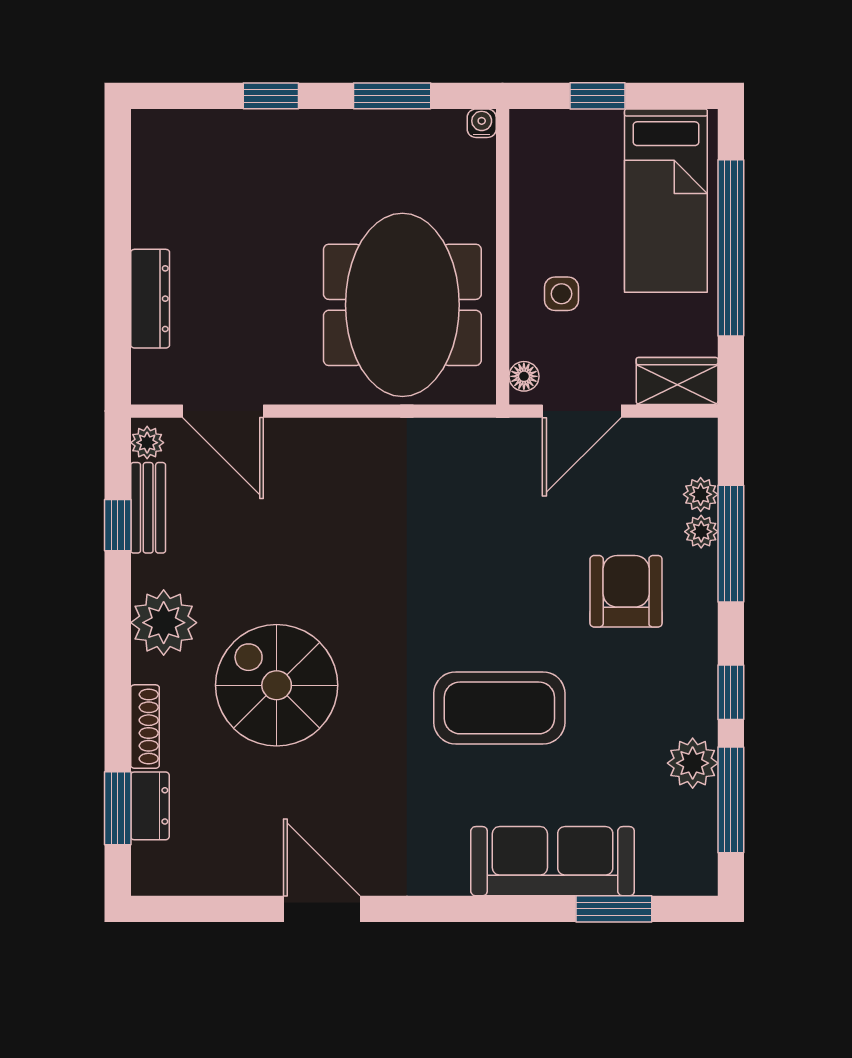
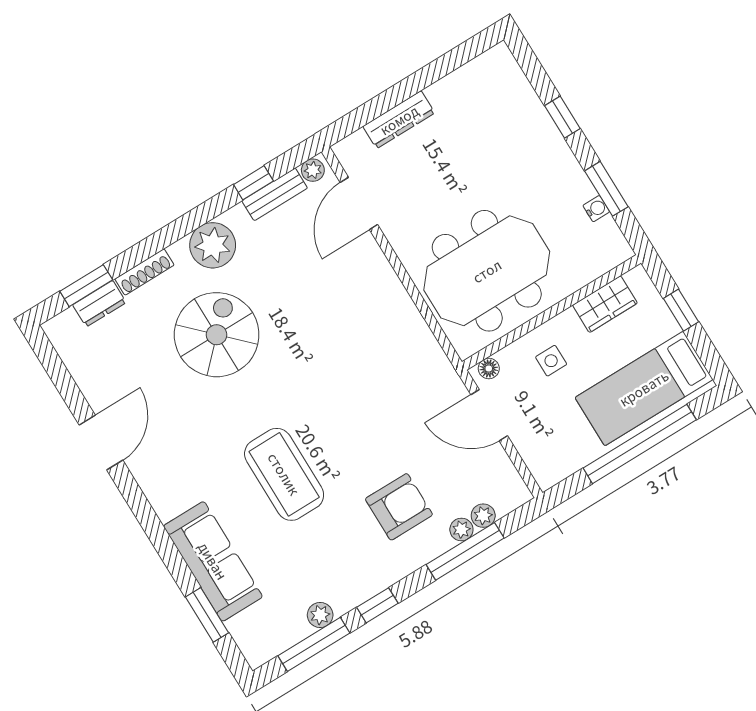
water cooler: (482, 123) -> (596, 209), moved
wardrobe: (677, 381) -> (605, 304), moved, turned 90
plant: (693, 763) -> (320, 615), width x0.73, depth x0.73

